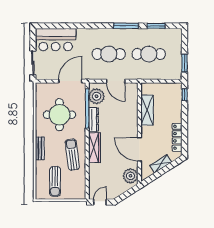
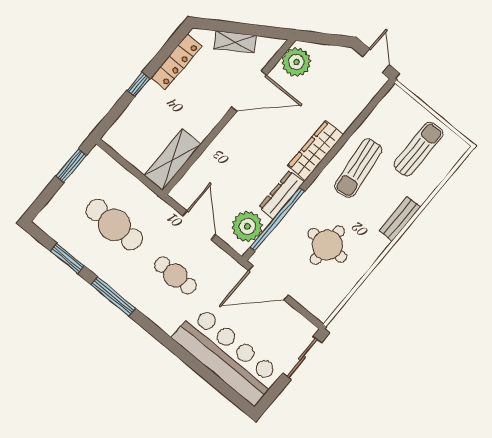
bar counter: (56, 40) -> (227, 355), width x1.36
cafe table: (109, 54) -> (175, 275), width x0.73, depth x0.74
window: (185, 95) -> (138, 84), moved
shelving: (147, 110) -> (172, 160), moved
round table: (59, 115) -> (327, 245), width x0.73, depth x0.73
door: (139, 149) -> (249, 91), hinge flipped
door: (100, 202) -> (376, 61), swing flipped

